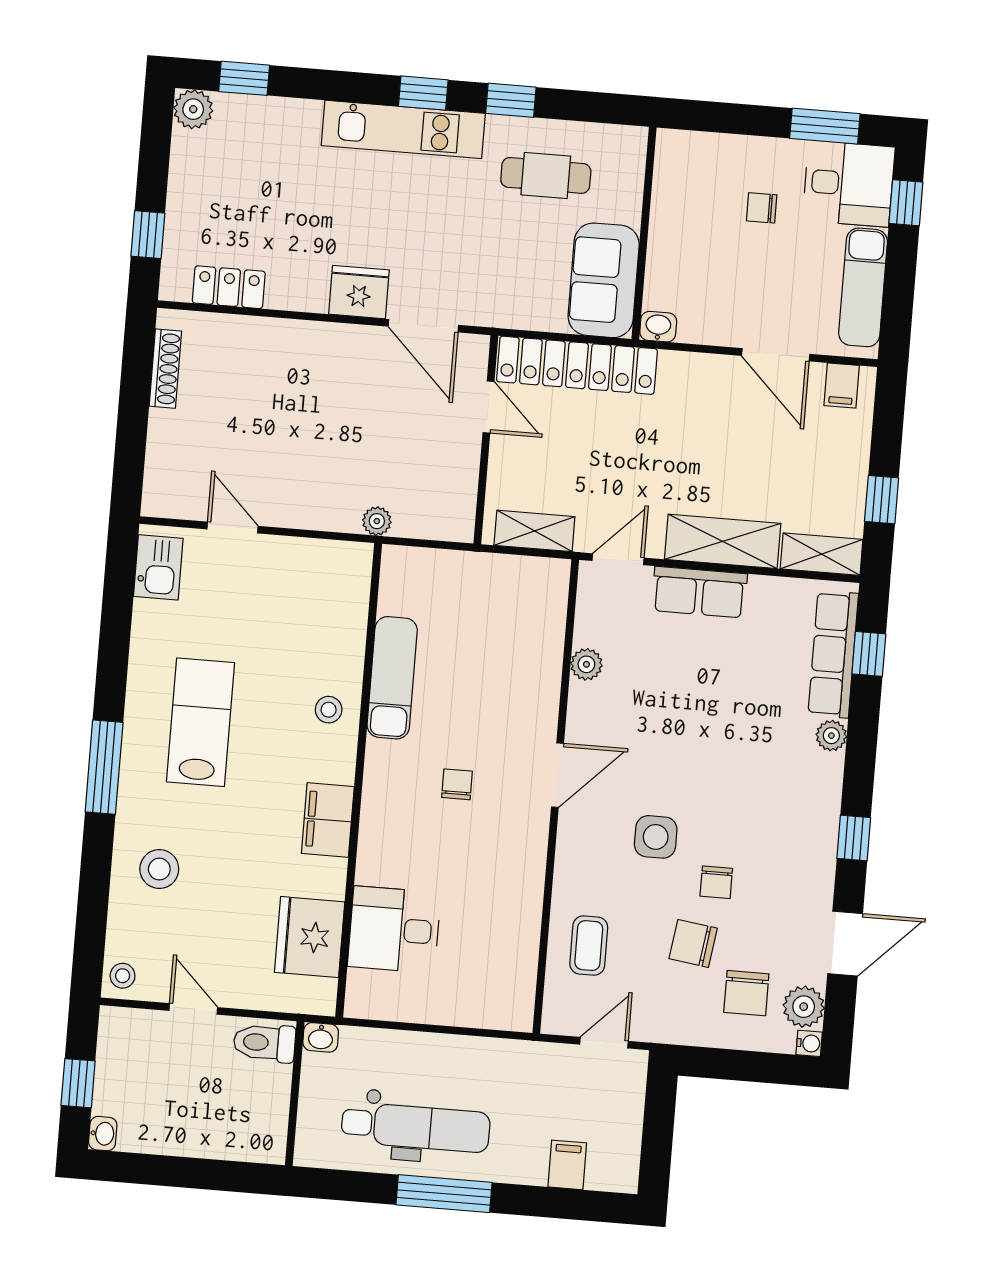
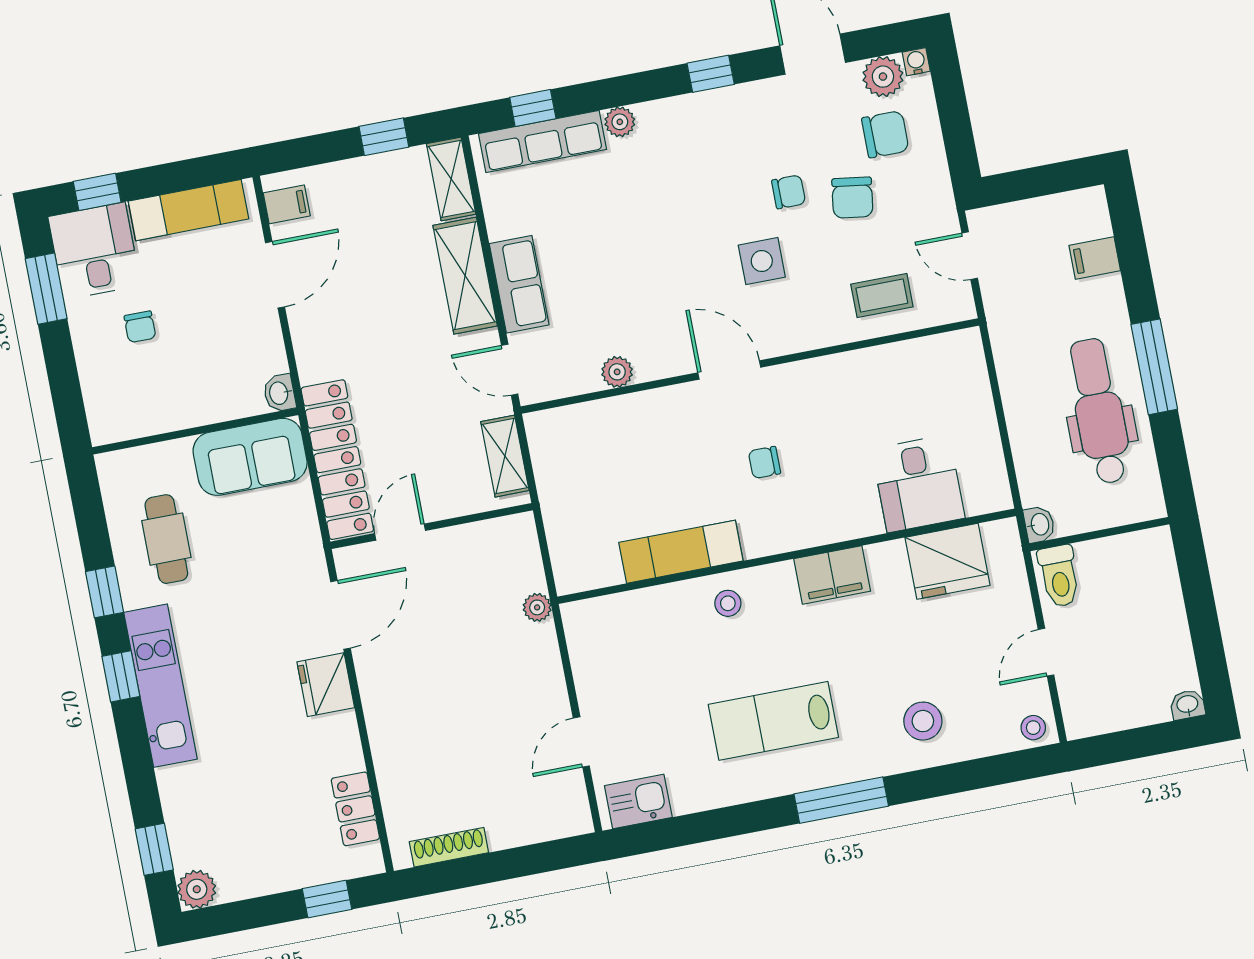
window: (78, 1083) -> (1146, 741), removed

